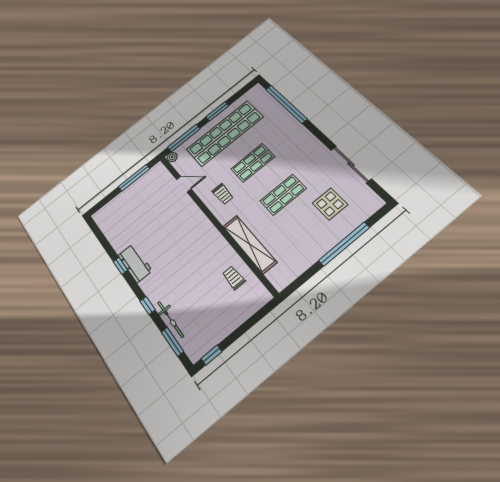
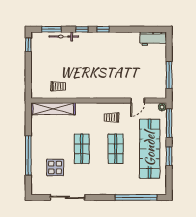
shelving: (249, 244) -> (53, 109), moved
workbench: (135, 263) -> (153, 39), moved
window: (120, 266) -> (103, 29), moved

